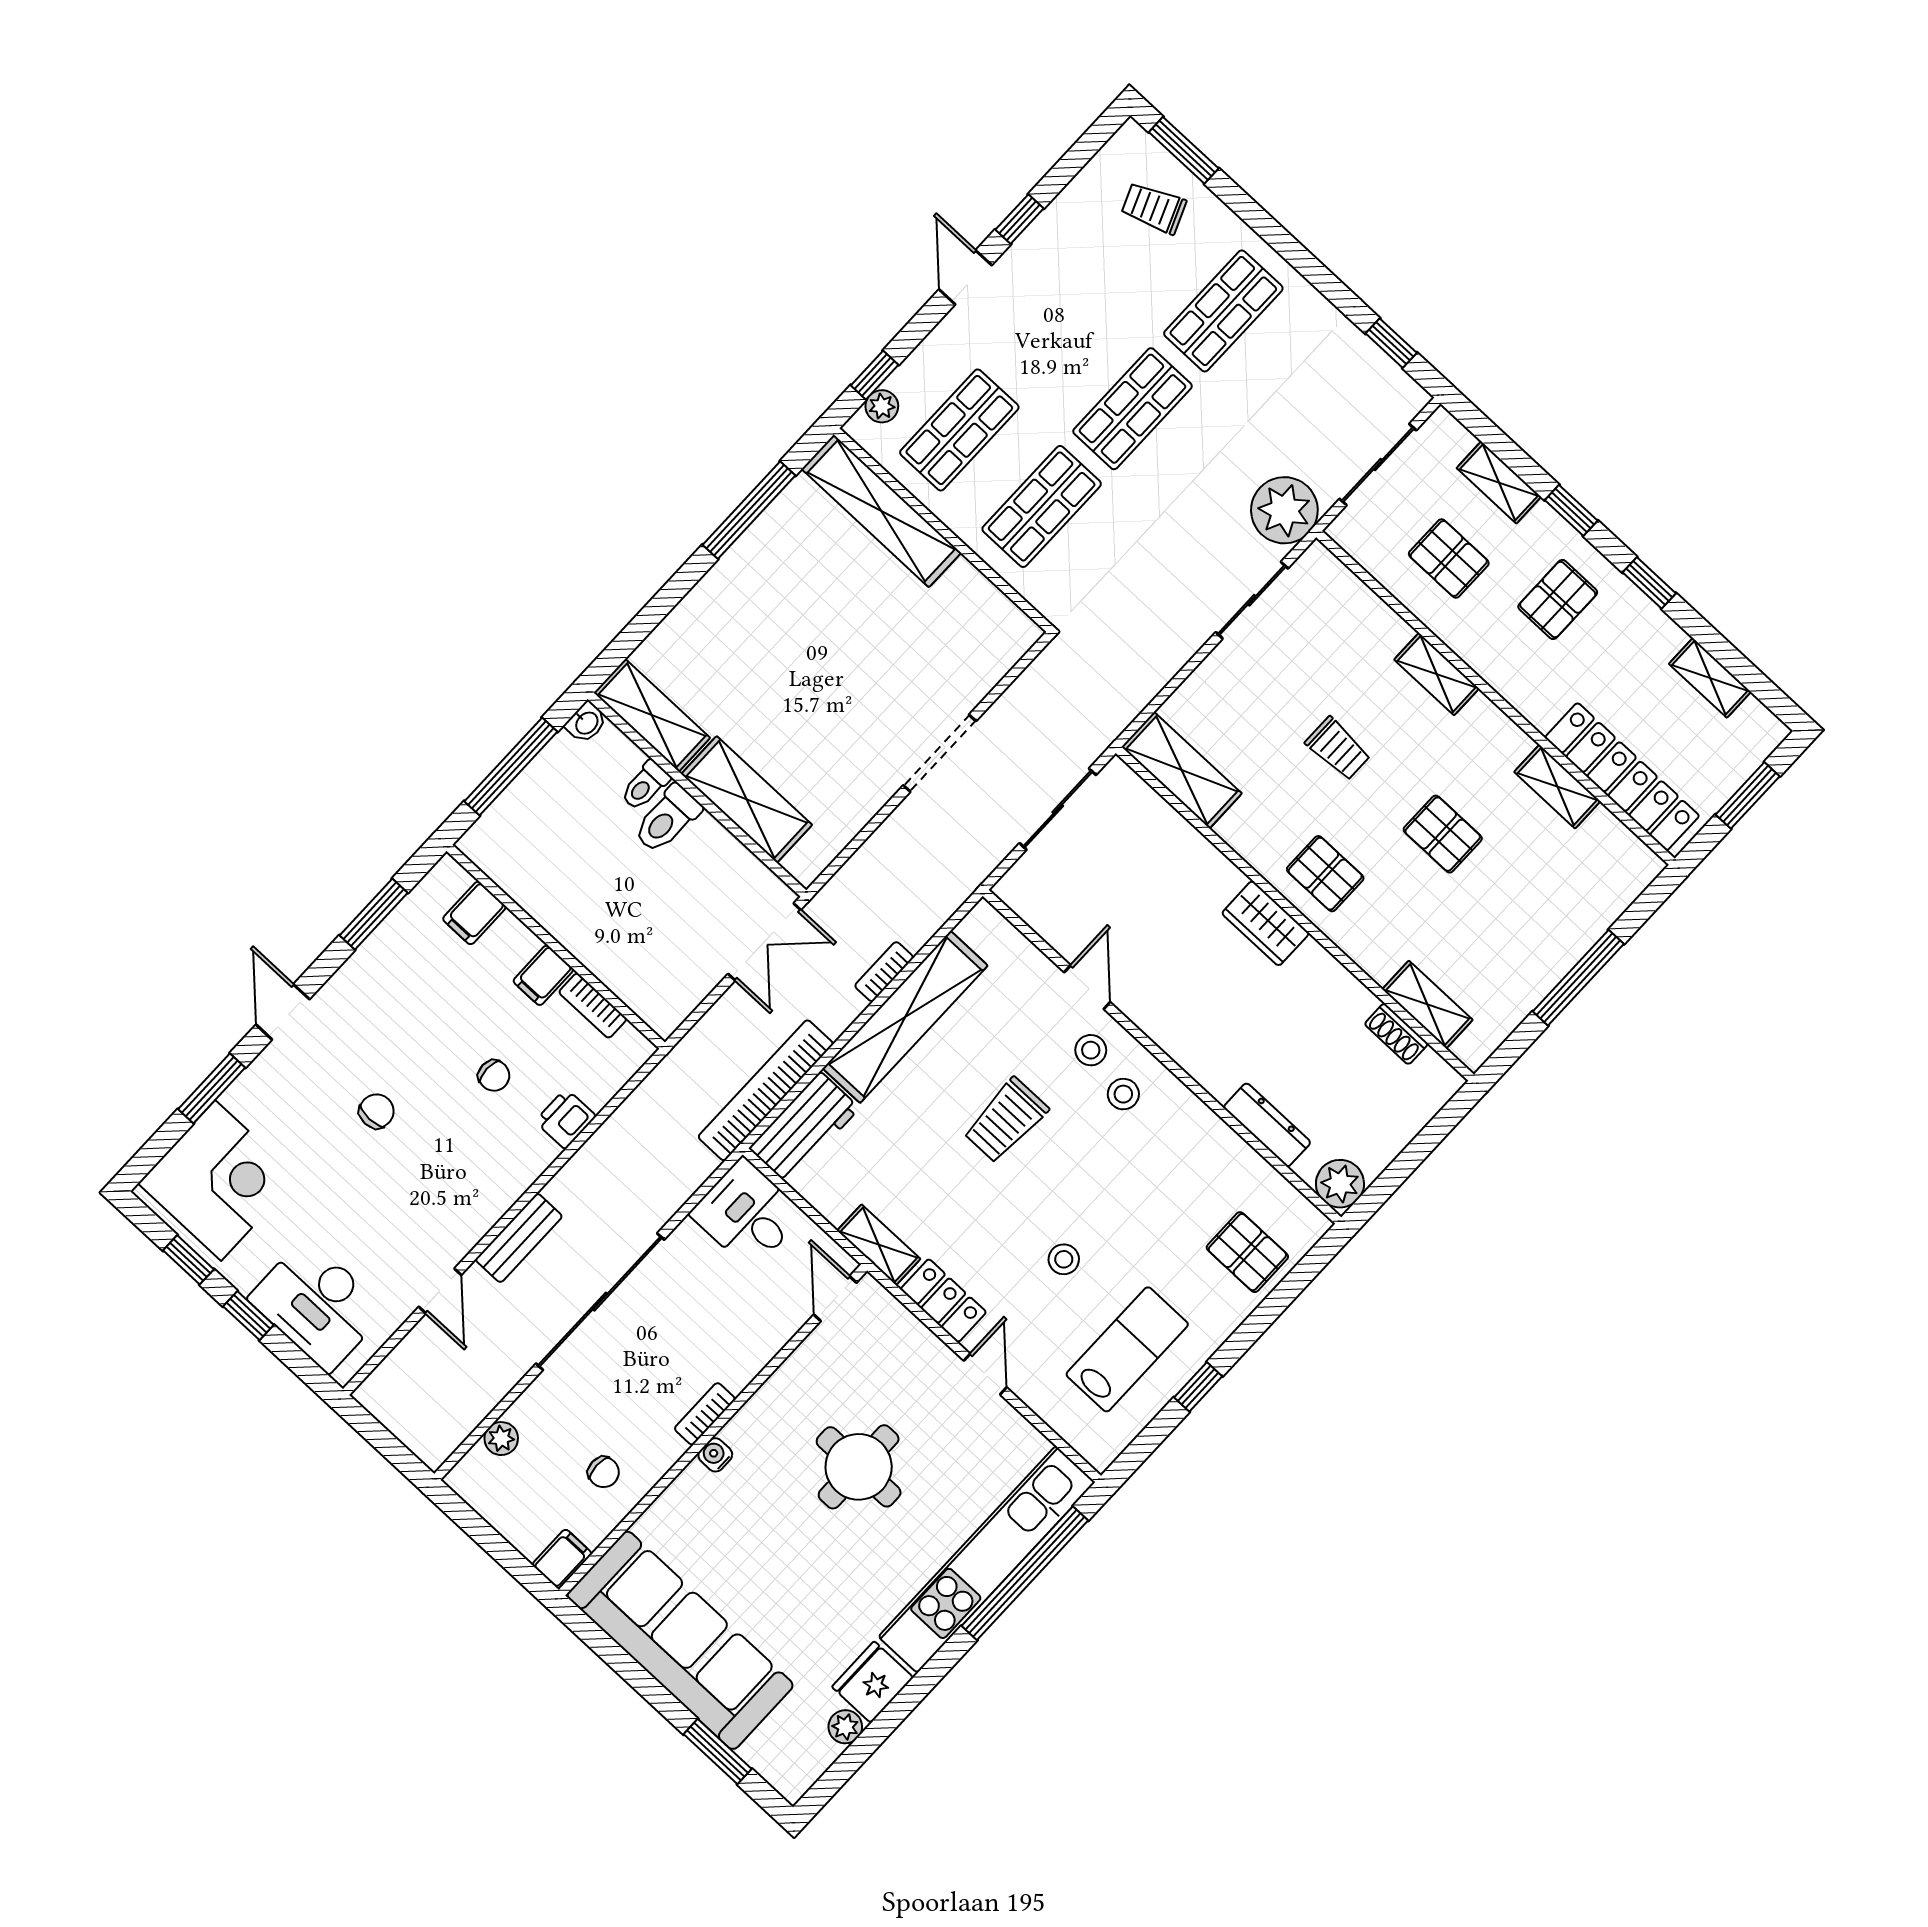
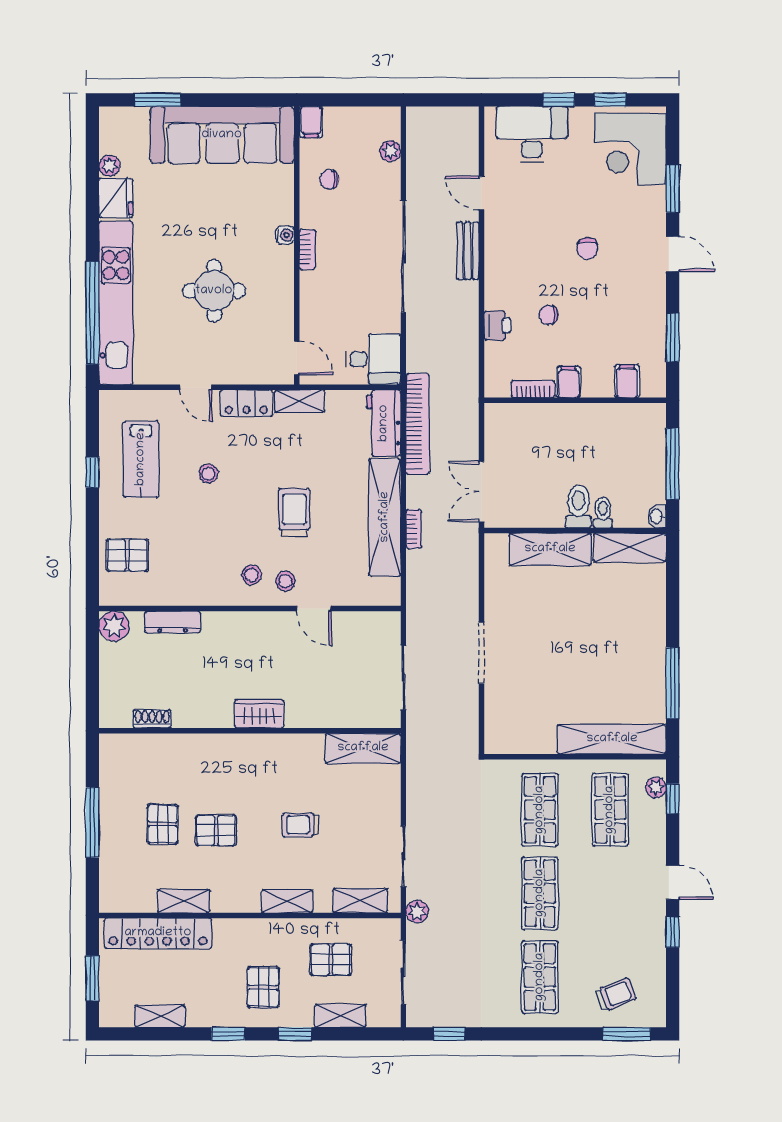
plant: (1284, 510) -> (417, 912), width x0.53, depth x0.53
pallet: (1325, 874) -> (163, 824), moved, turned 90
shelving: (1427, 1005) -> (360, 901), moved

